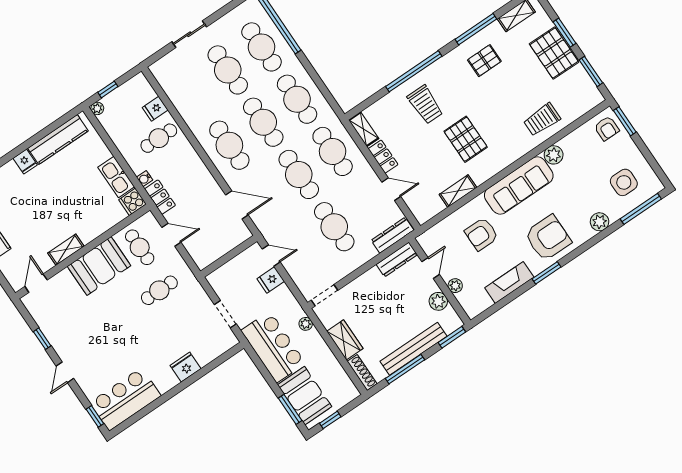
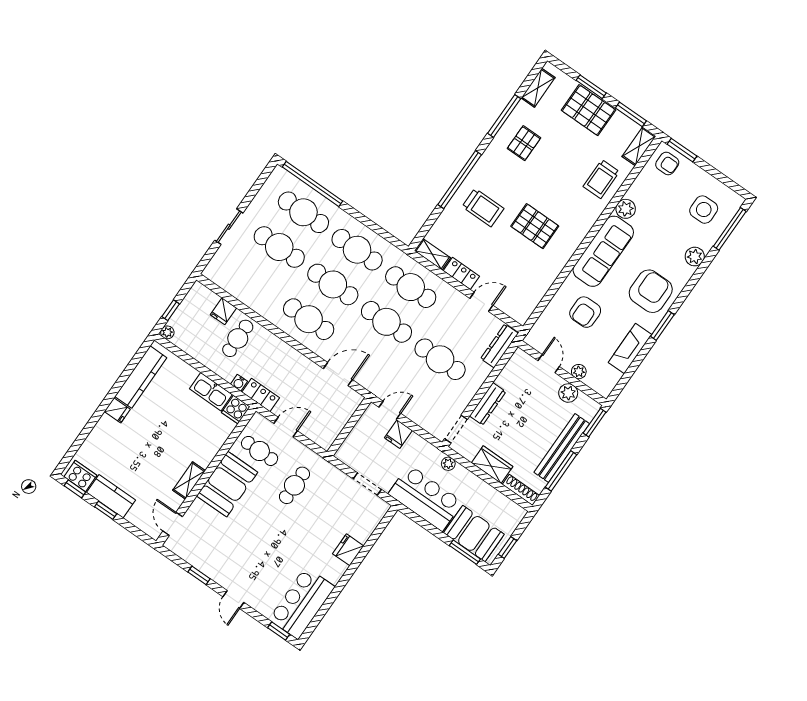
shelving: (458, 191) -> (639, 146), moved
dresser: (397, 260) -> (488, 404), moved

